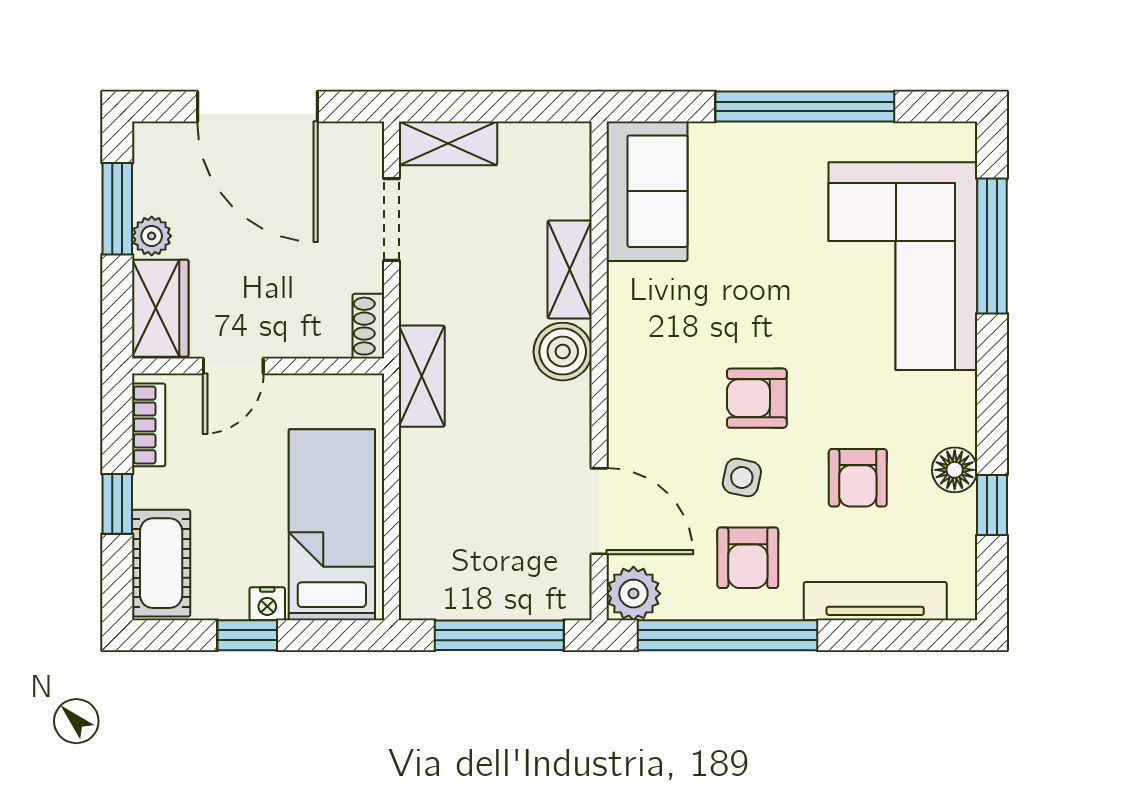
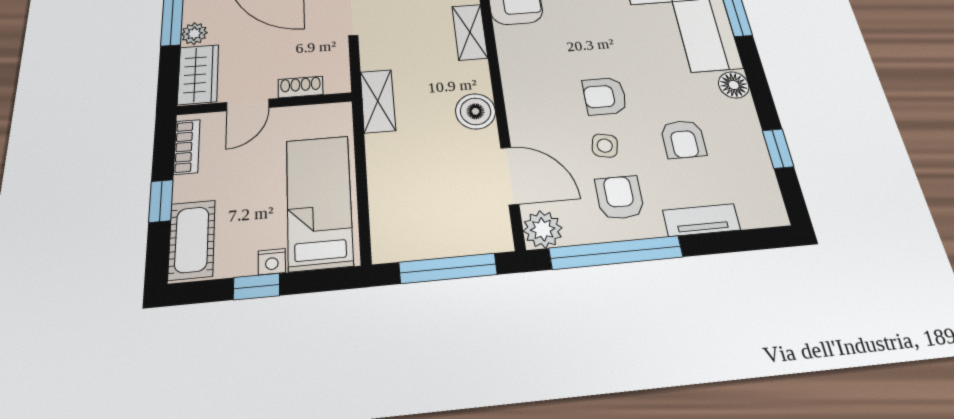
shoe rack: (368, 326) -> (301, 87), moved, turned 90
boiler: (563, 352) -> (475, 111), moved
floor lamp: (955, 470) -> (734, 85), moved
armchair: (748, 558) -> (620, 197), turned 180
tv unit: (875, 601) -> (701, 220), width x0.71

